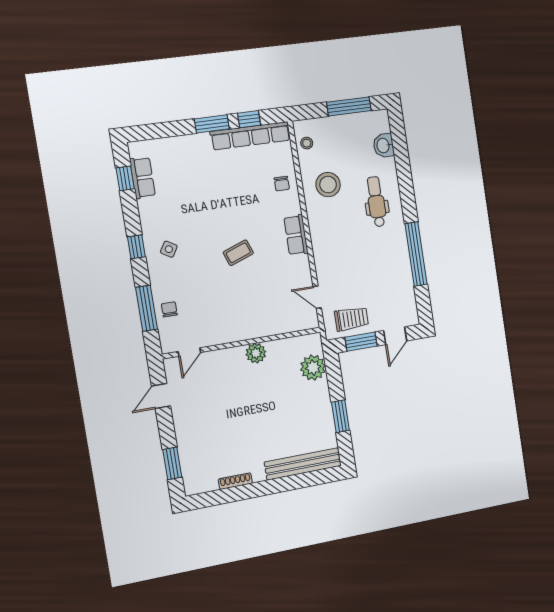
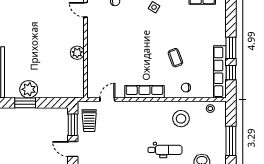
row of seats: (296, 235) -> (144, 92), width x1.48
coffee table: (238, 253) -> (175, 58), moved
plant: (313, 368) -> (29, 89), moved

